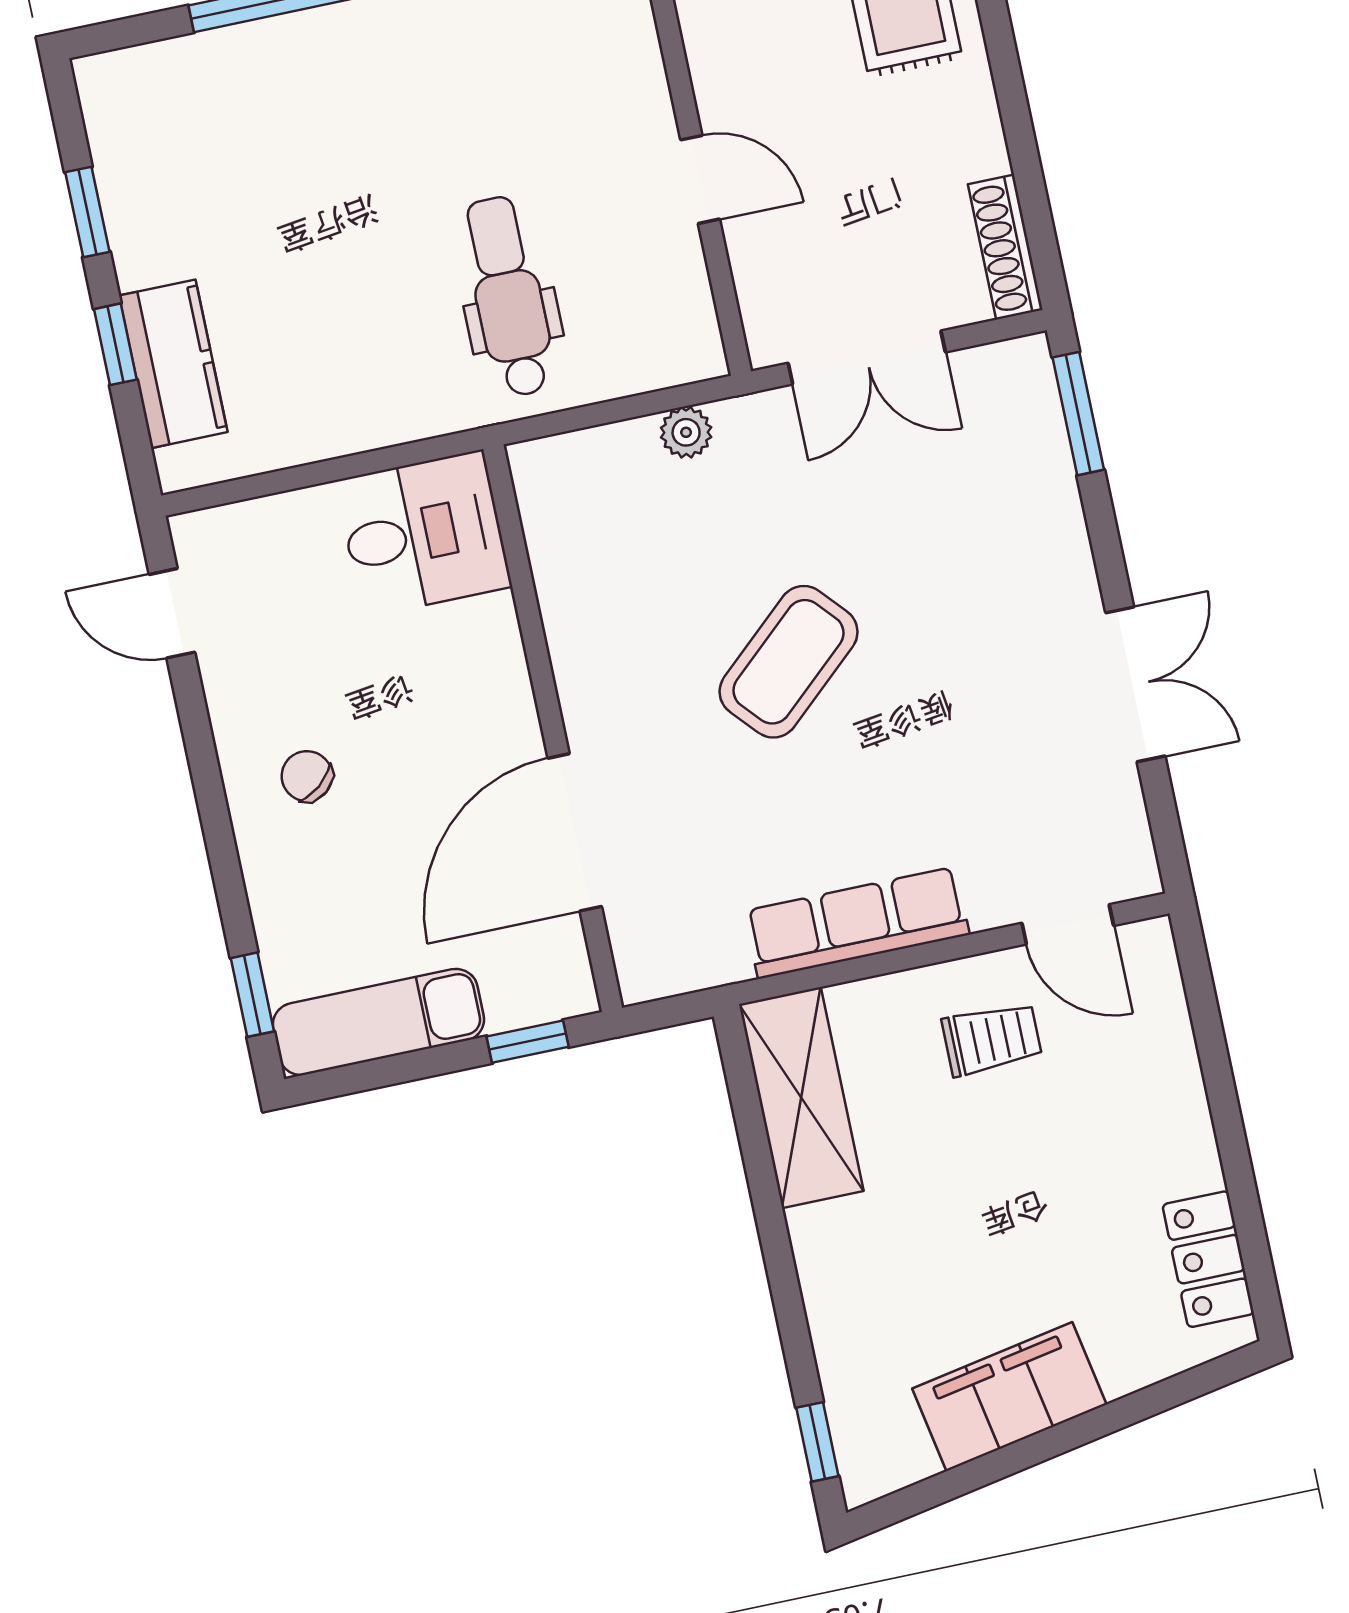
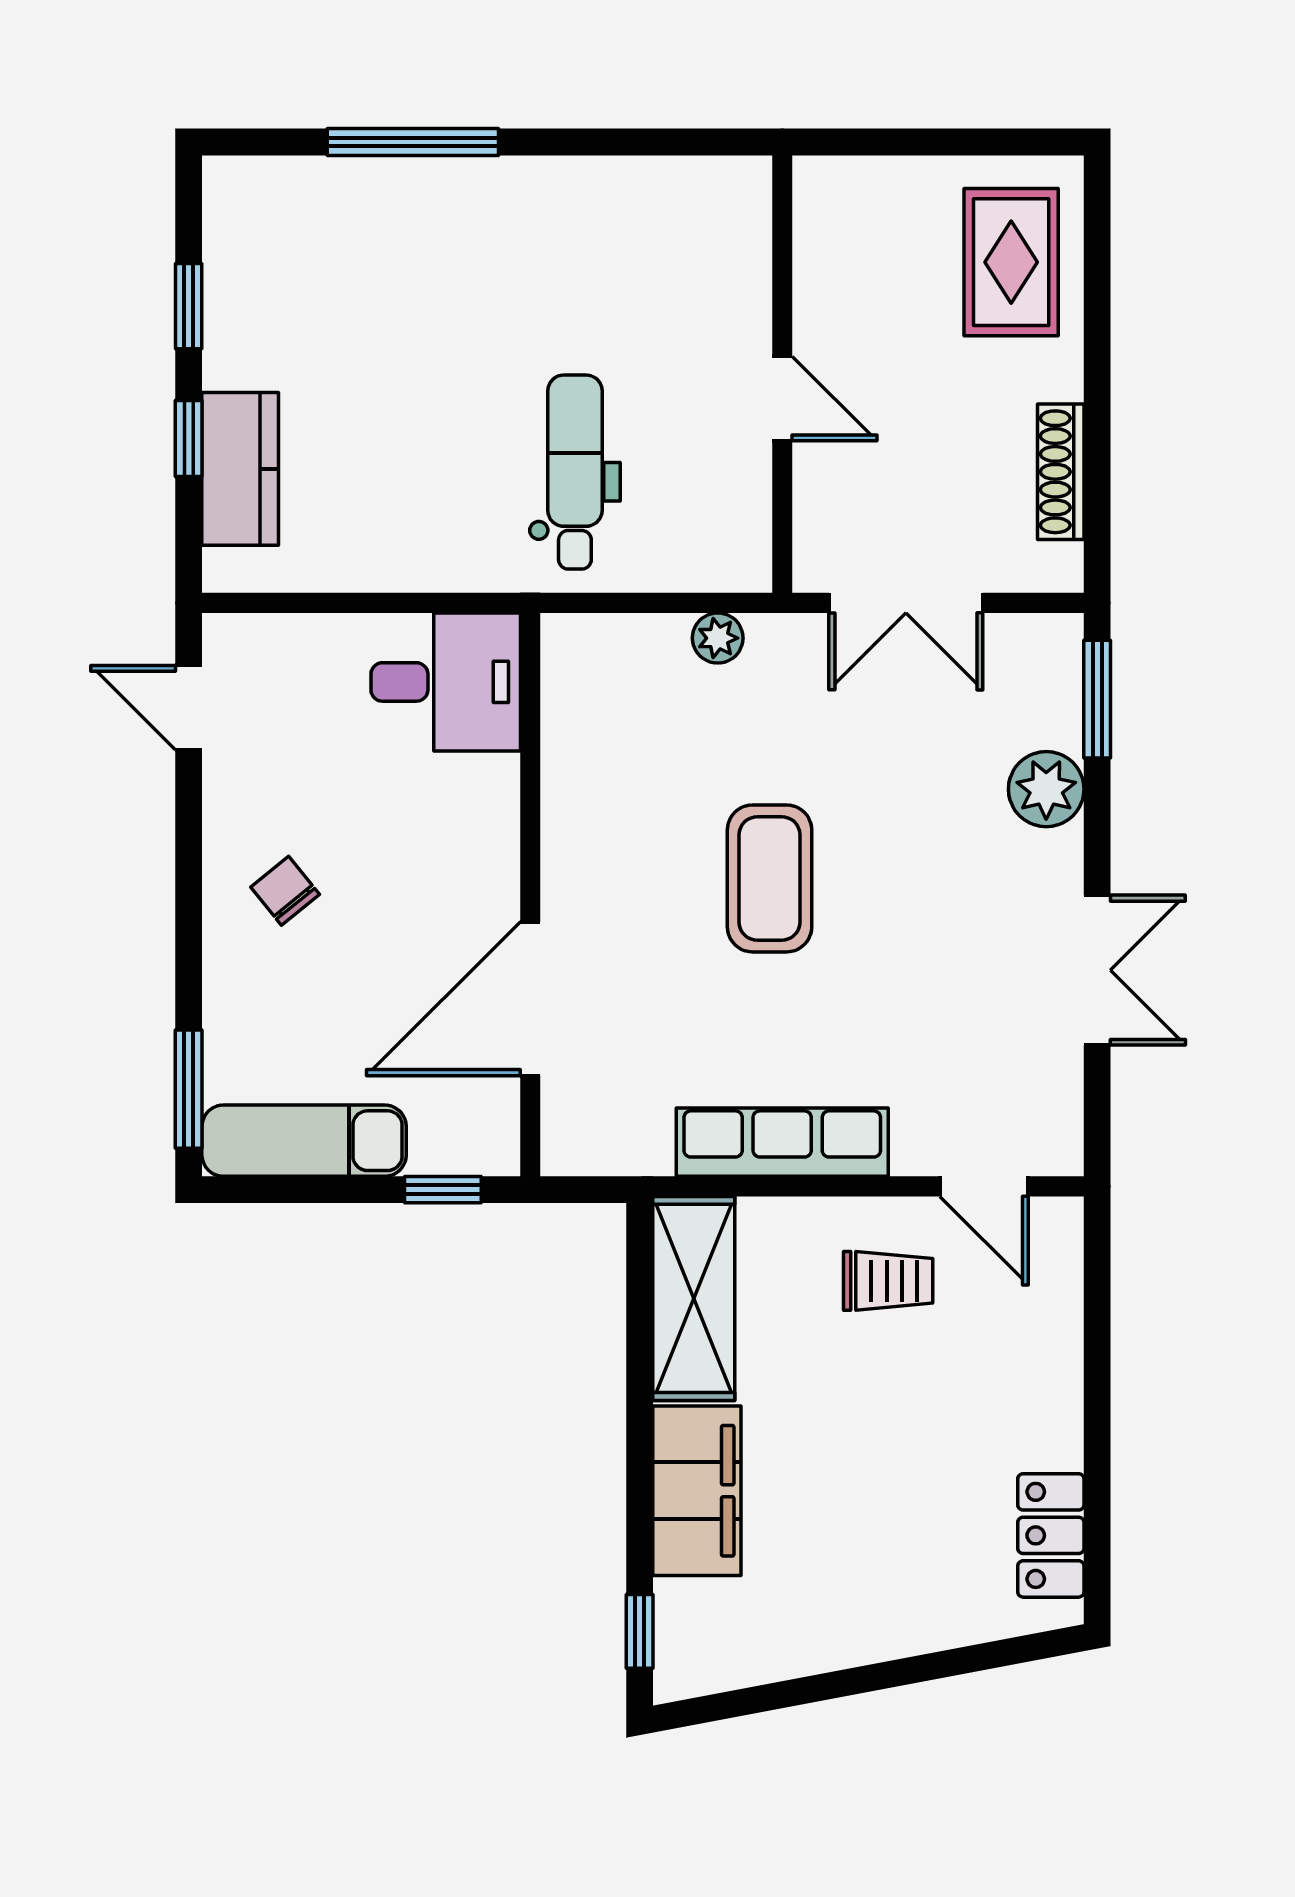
shoe rack: (1005, 247) -> (1061, 472), moved
plant: (1046, 514) -> (1046, 789), added
coffee table: (789, 662) -> (770, 878), turned -48
window: (252, 995) -> (189, 1089), width x1.50
filing cabinet: (1009, 1397) -> (697, 1491), moved, turned 101

